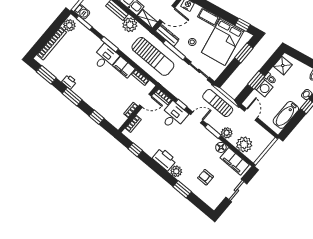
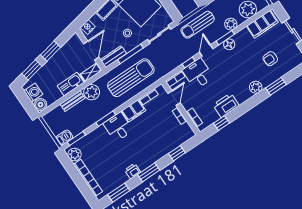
floor lamp: (221, 147) -> (229, 44), moved
printer: (164, 159) -> (226, 105), moved

